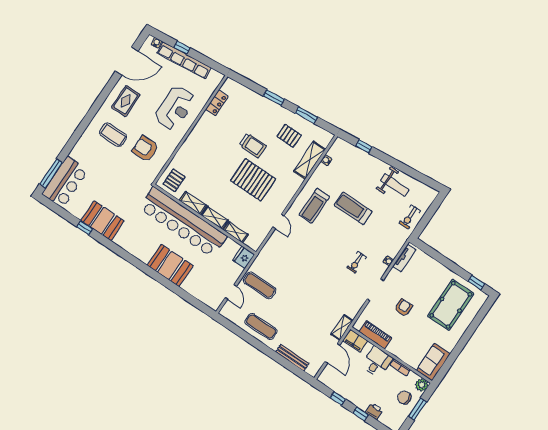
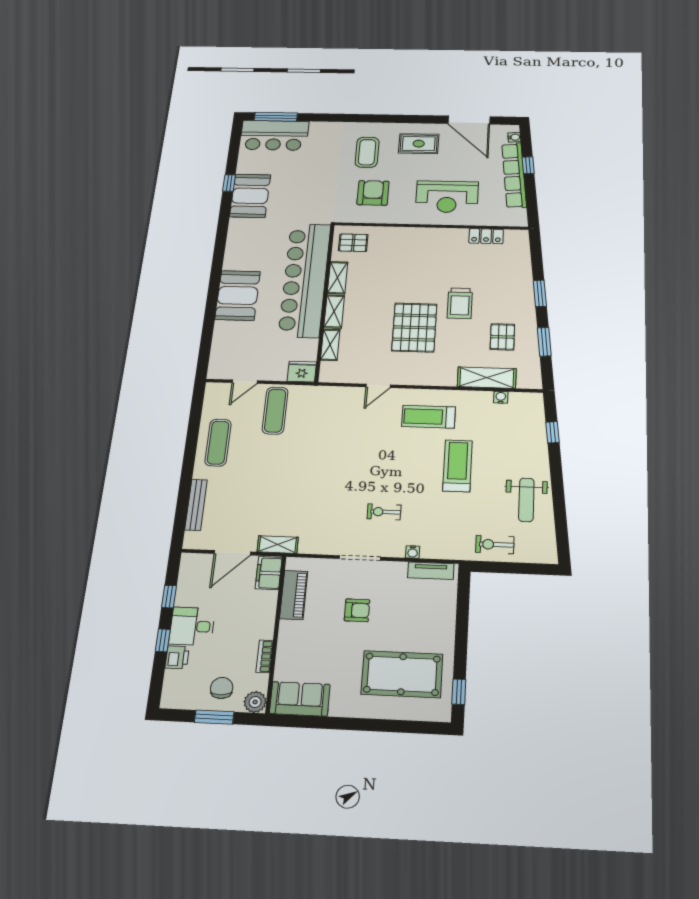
desk: (377, 362) -> (192, 626), moved, turned 180

